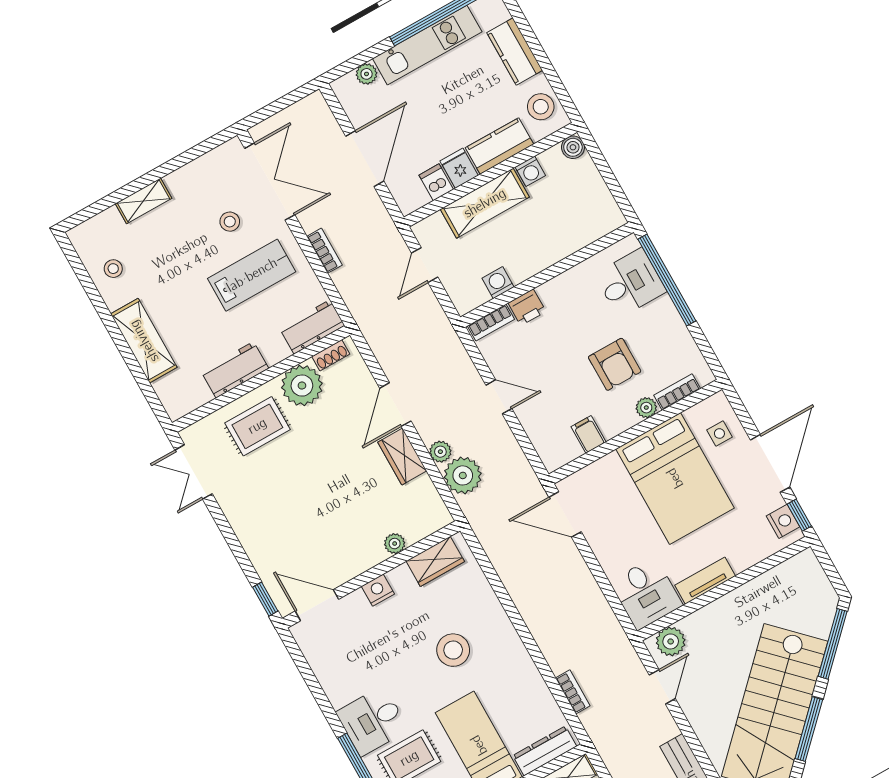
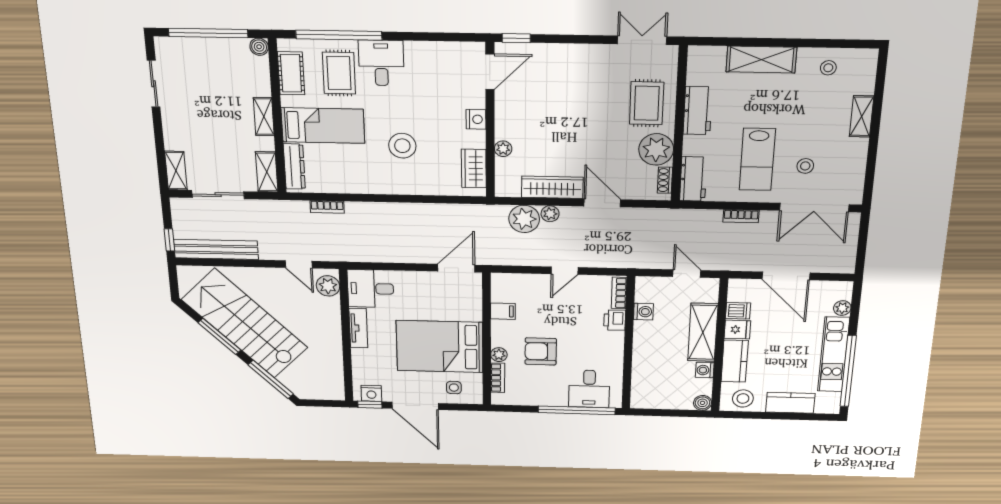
wardrobe: (402, 456) -> (552, 187), width x1.50

